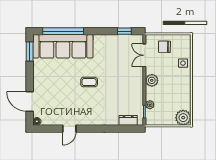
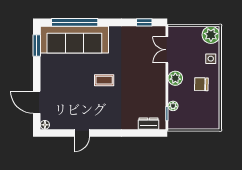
chair: (164, 47) -> (201, 84), moved
plant: (183, 118) -> (211, 35), moved

